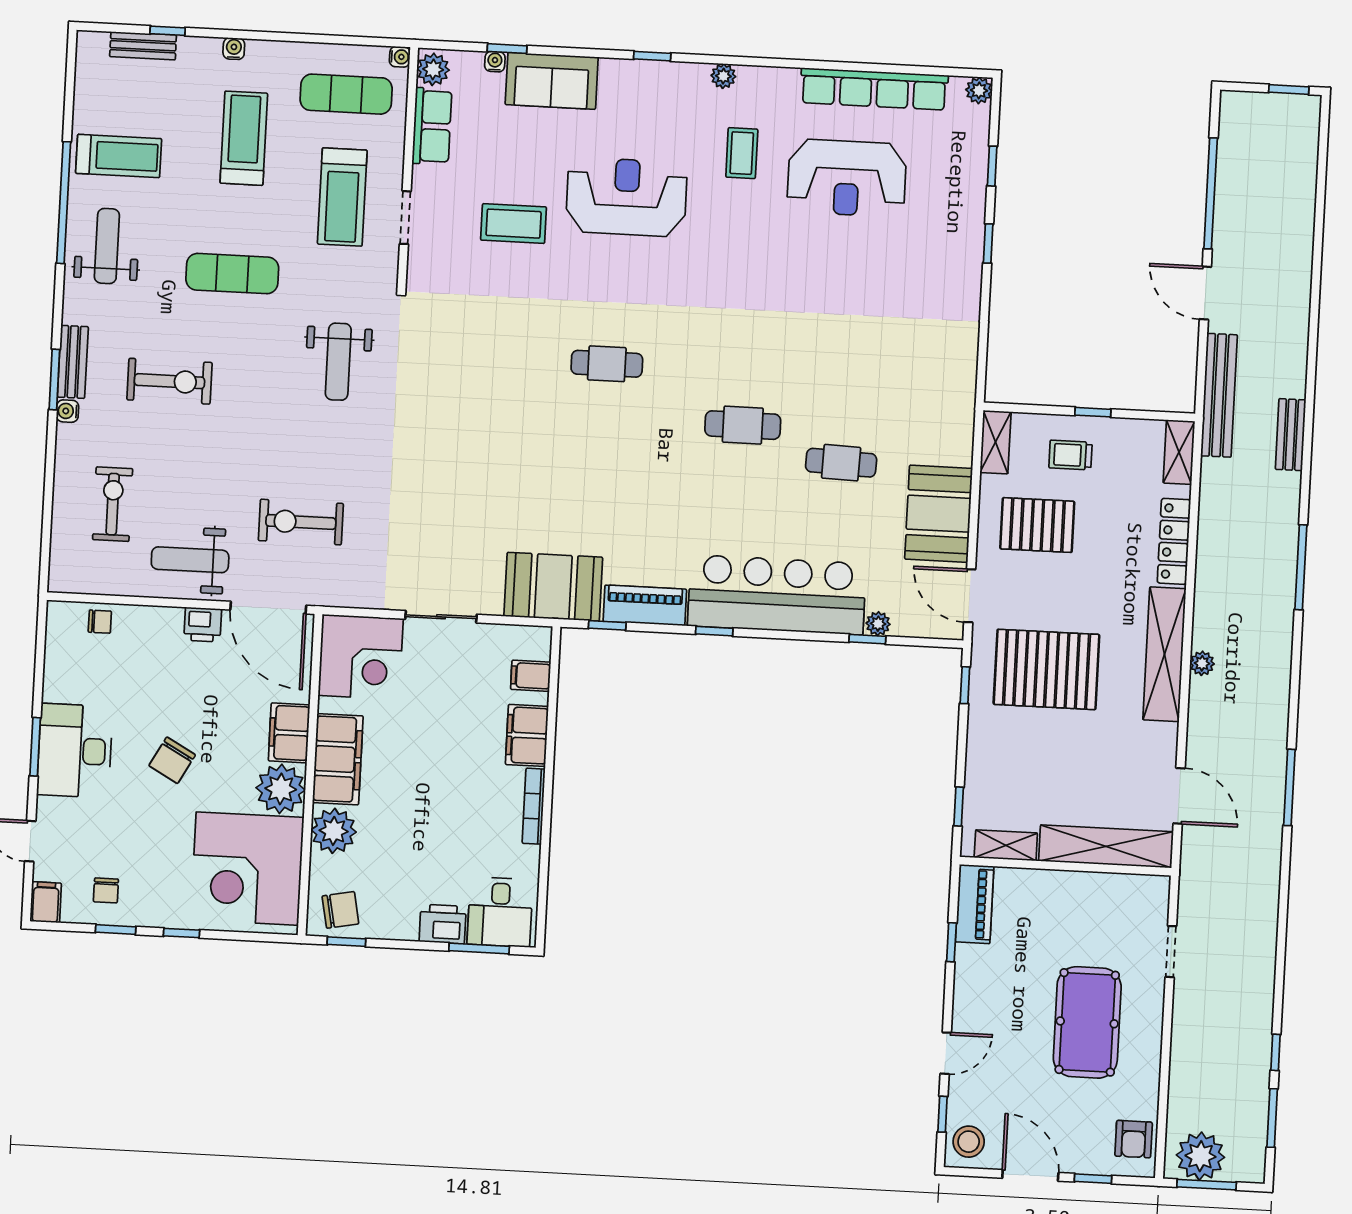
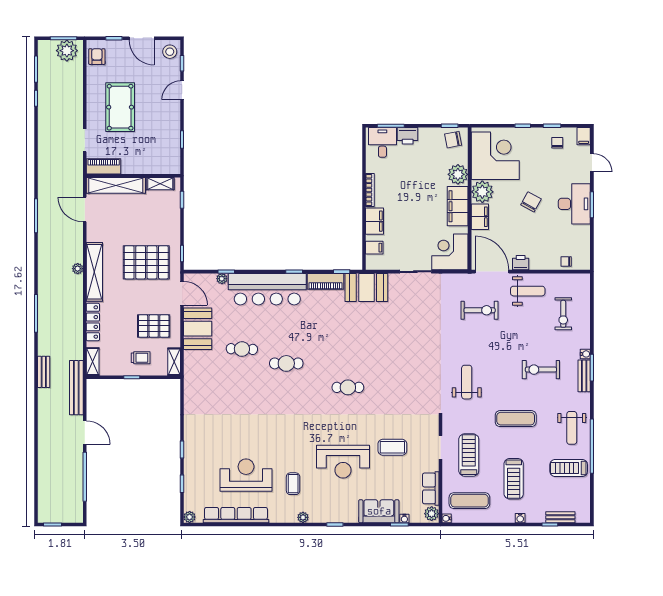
piano: (975, 904) -> (104, 166), moved, turned 90

